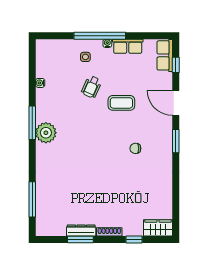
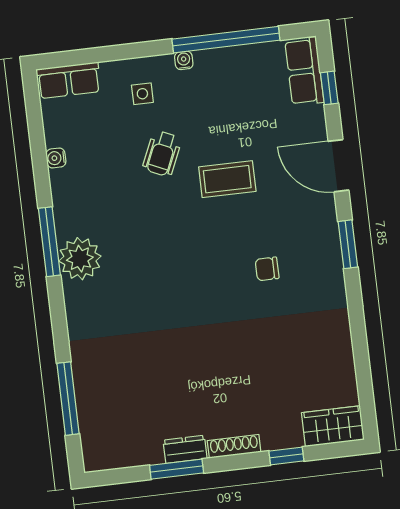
window: (100, 36) -> (226, 40), moved
row of seats: (128, 46) -> (69, 80), moved
dresser: (81, 231) -> (185, 449), width x0.70

